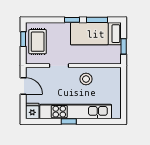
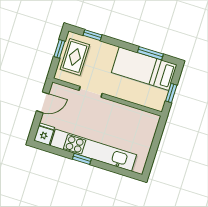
window: (72, 20) -> (93, 35), moved
stool: (86, 79) -> (117, 117), removed
door: (23, 86) -> (43, 102), hinge flipped

